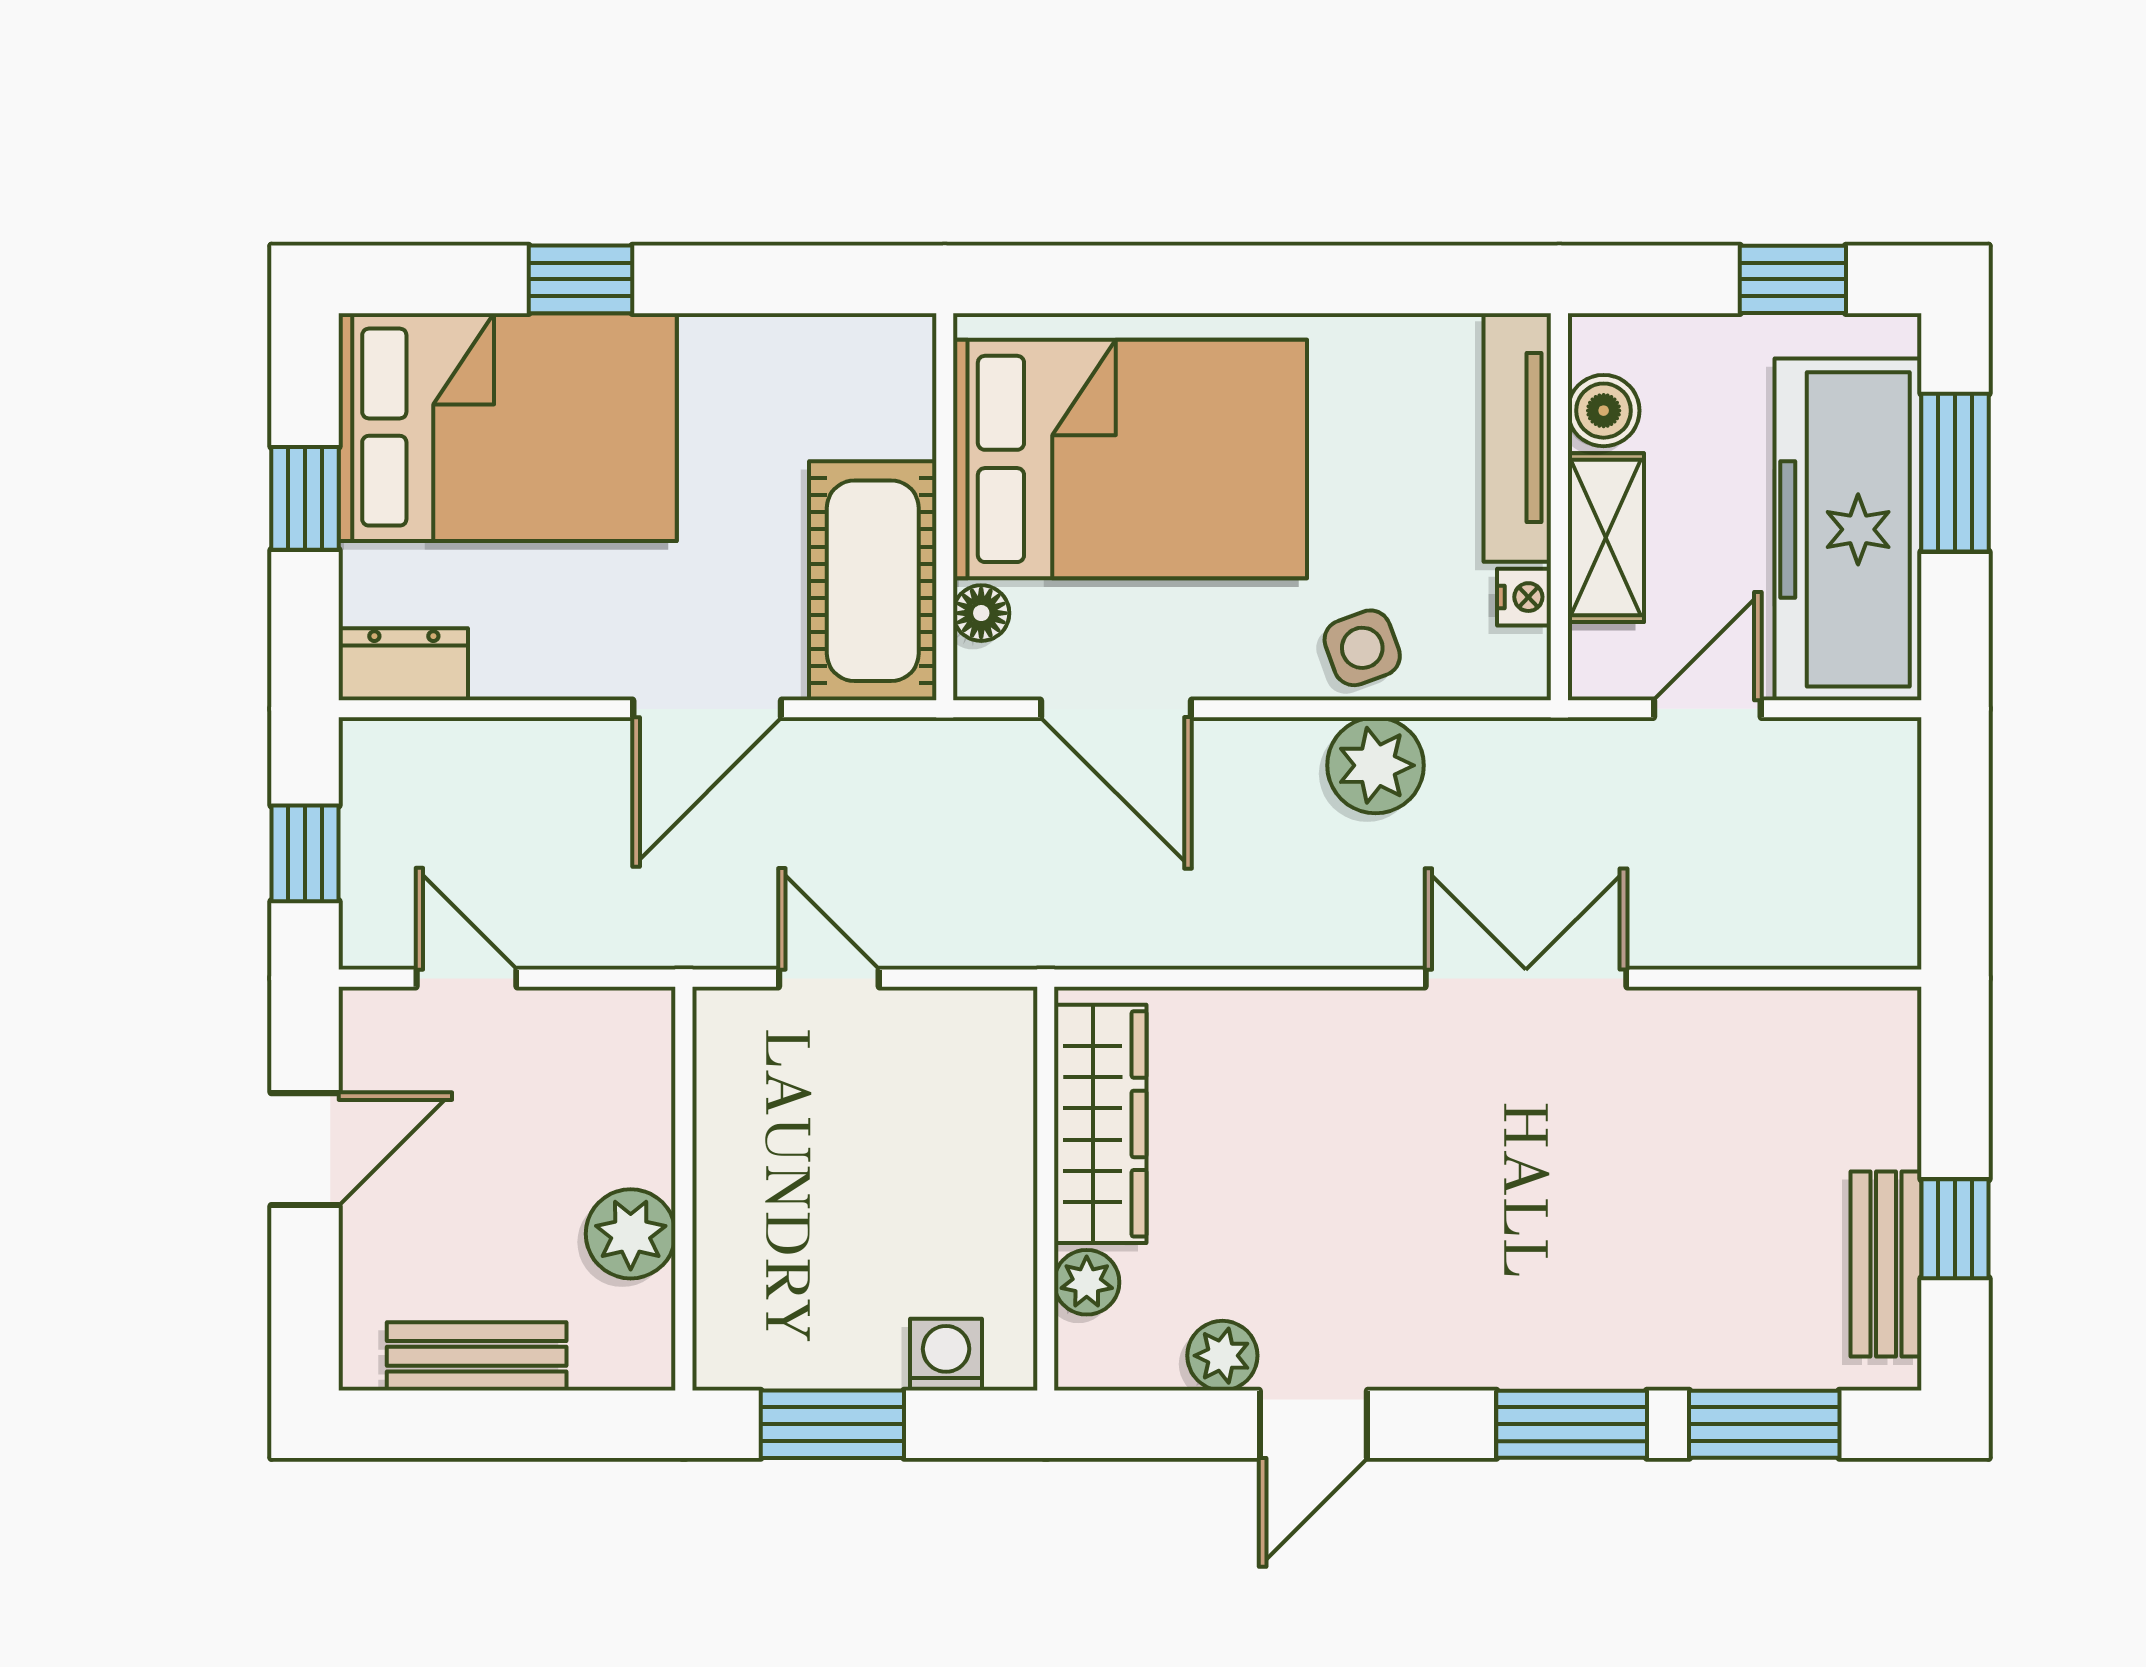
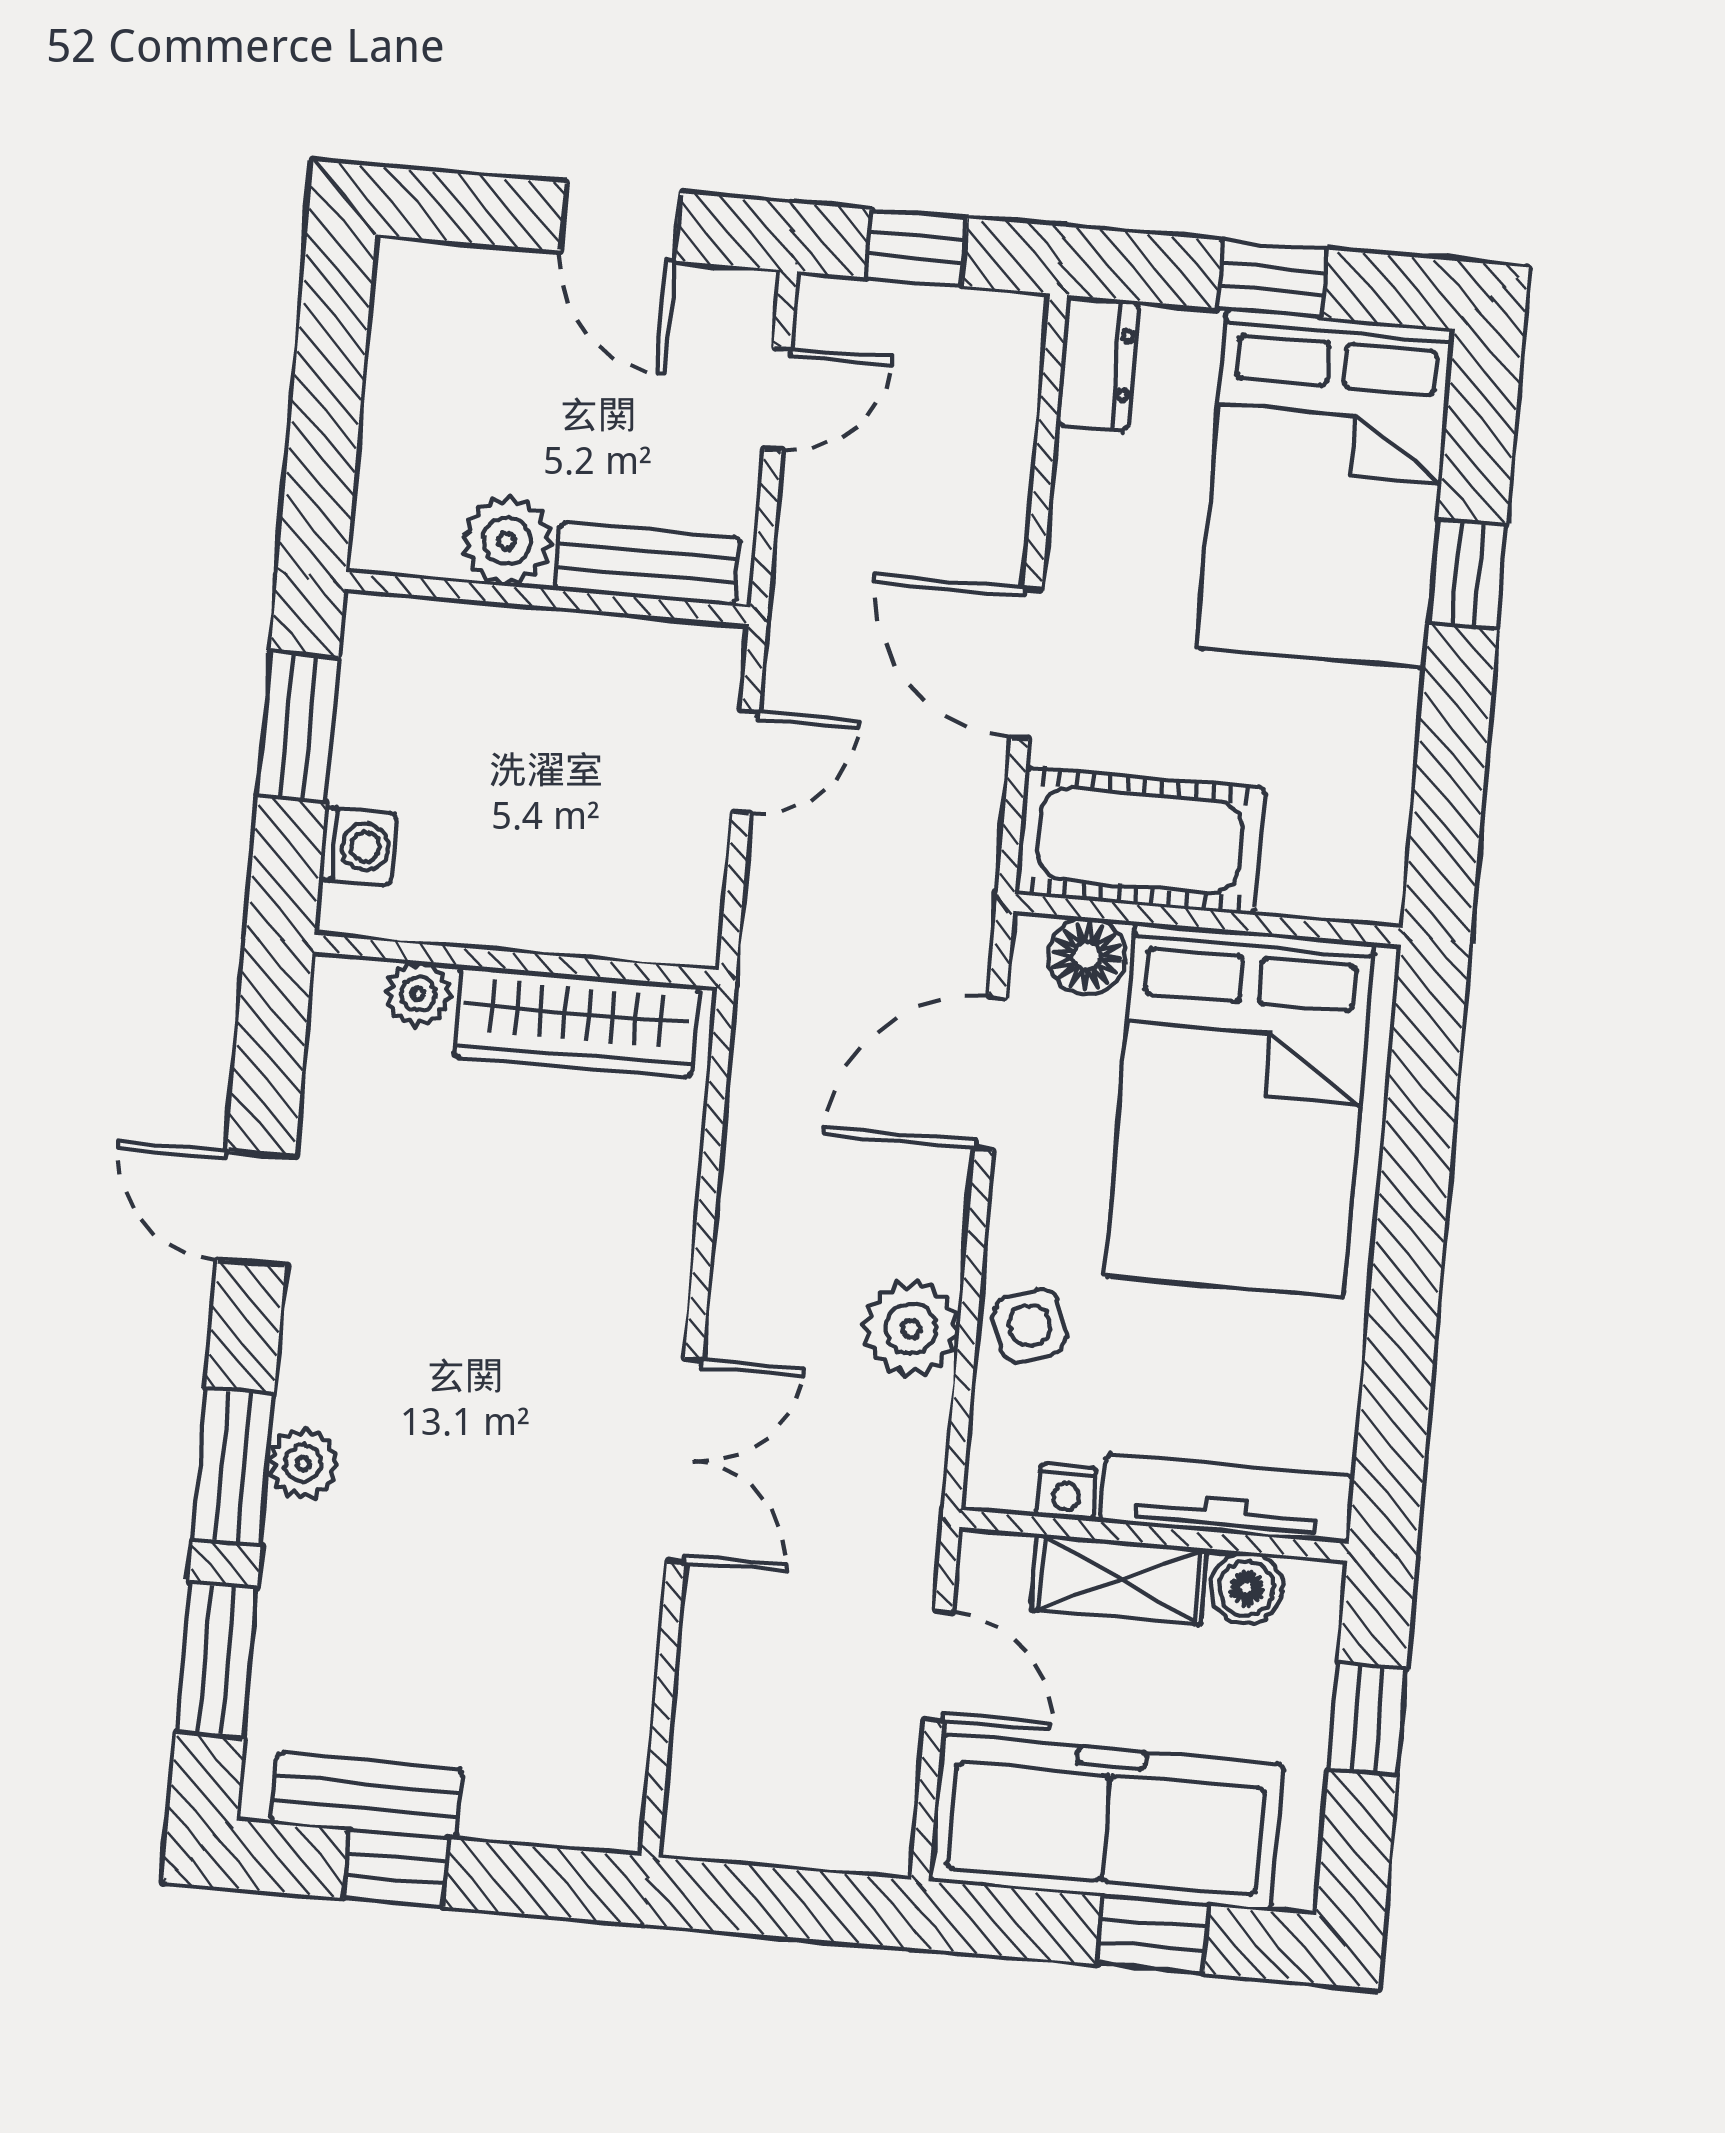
window: (1793, 279) -> (1368, 1719), moved
window: (1955, 473) -> (1153, 1935), width x0.67
floor lamp: (981, 613) -> (1087, 956), width x1.37, depth x1.37
bench: (477, 1356) -> (647, 564), moved, turned 90
plant: (1222, 1356) -> (303, 1463), moved

